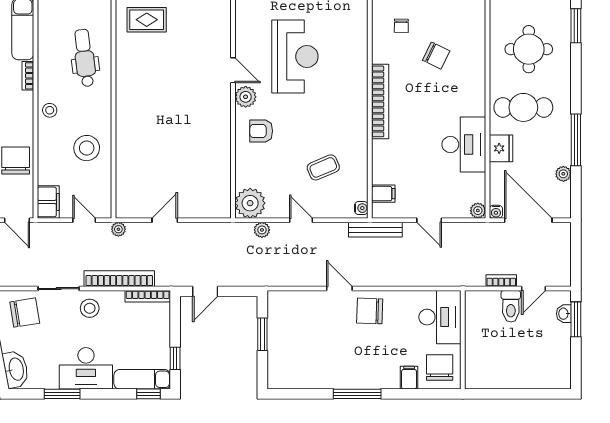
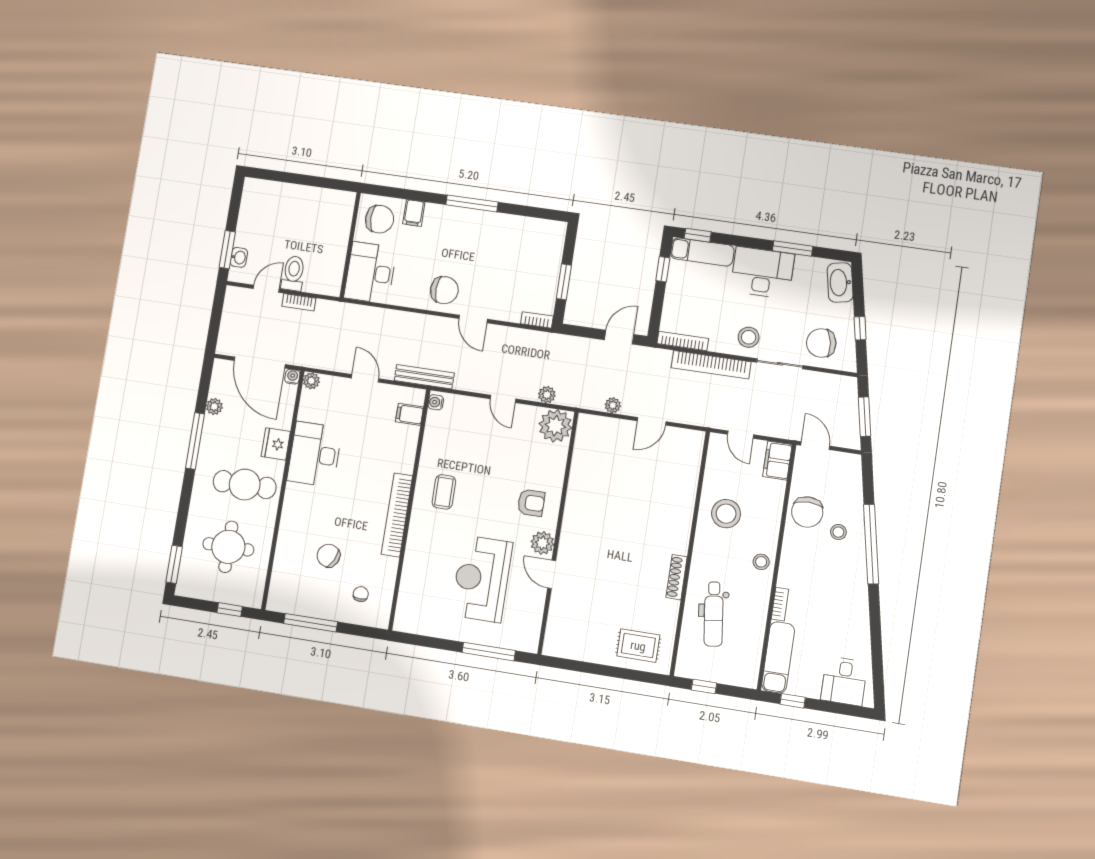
shoe rack: (122, 85) -> (677, 577), added
coffee table: (323, 167) -> (444, 492), moved, turned -67
plant: (118, 229) -> (613, 405), moved
bookcase: (281, 296) -> (537, 320), added
chair: (440, 367) -> (380, 219), turned -90

